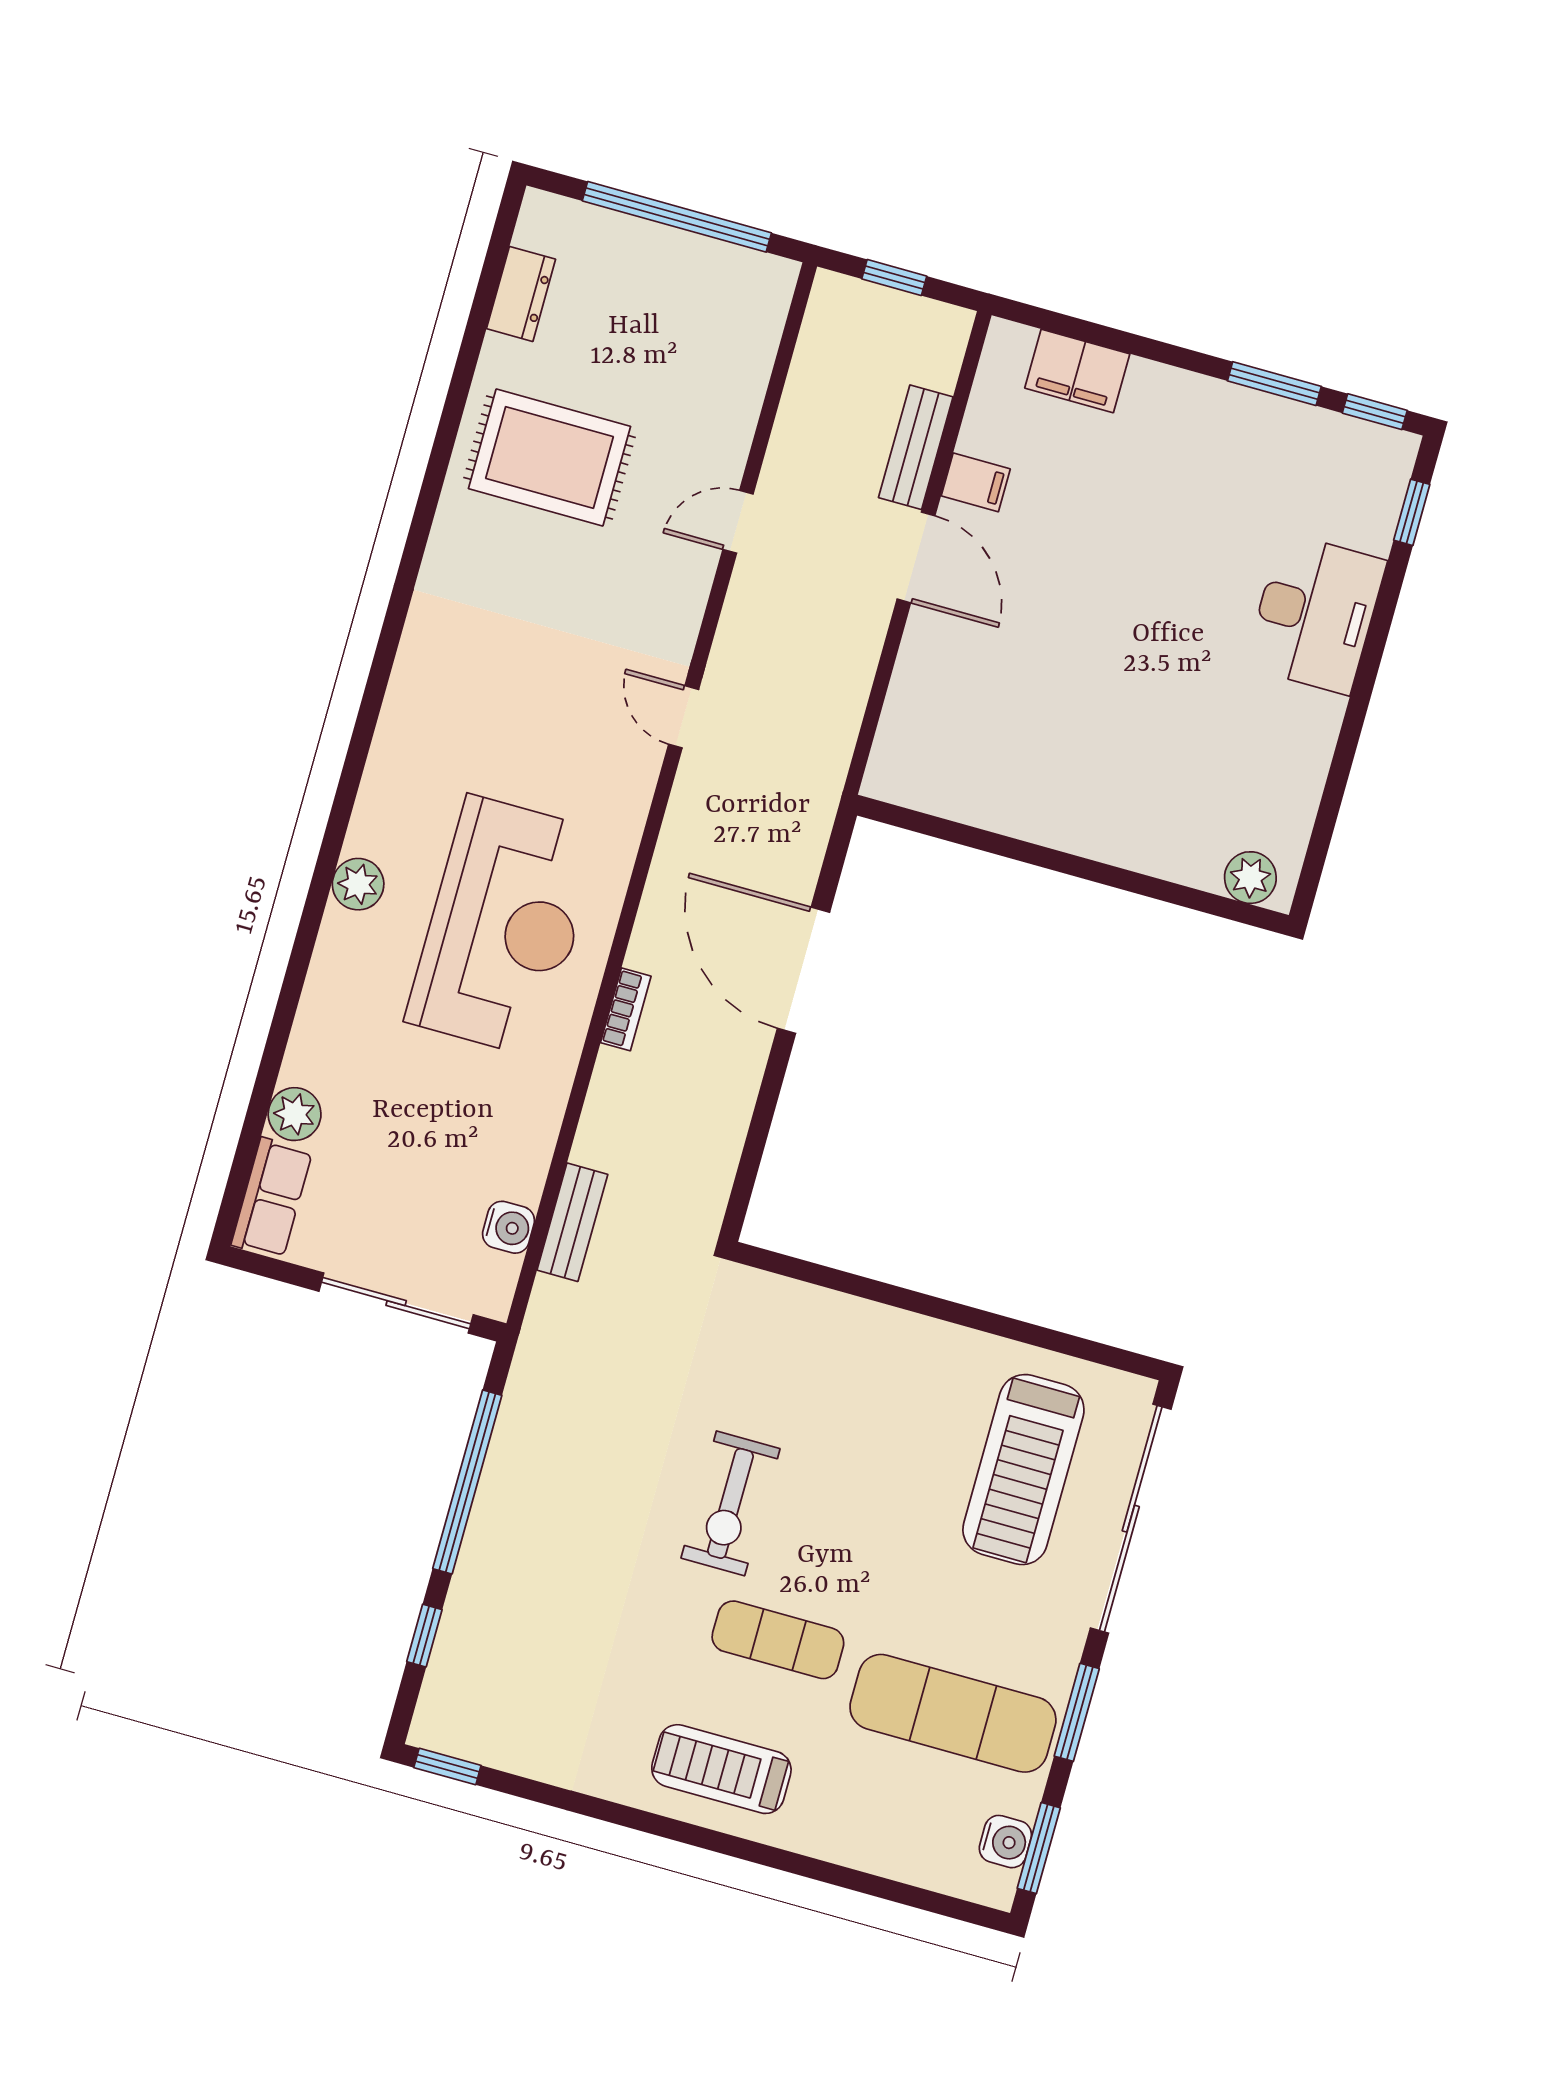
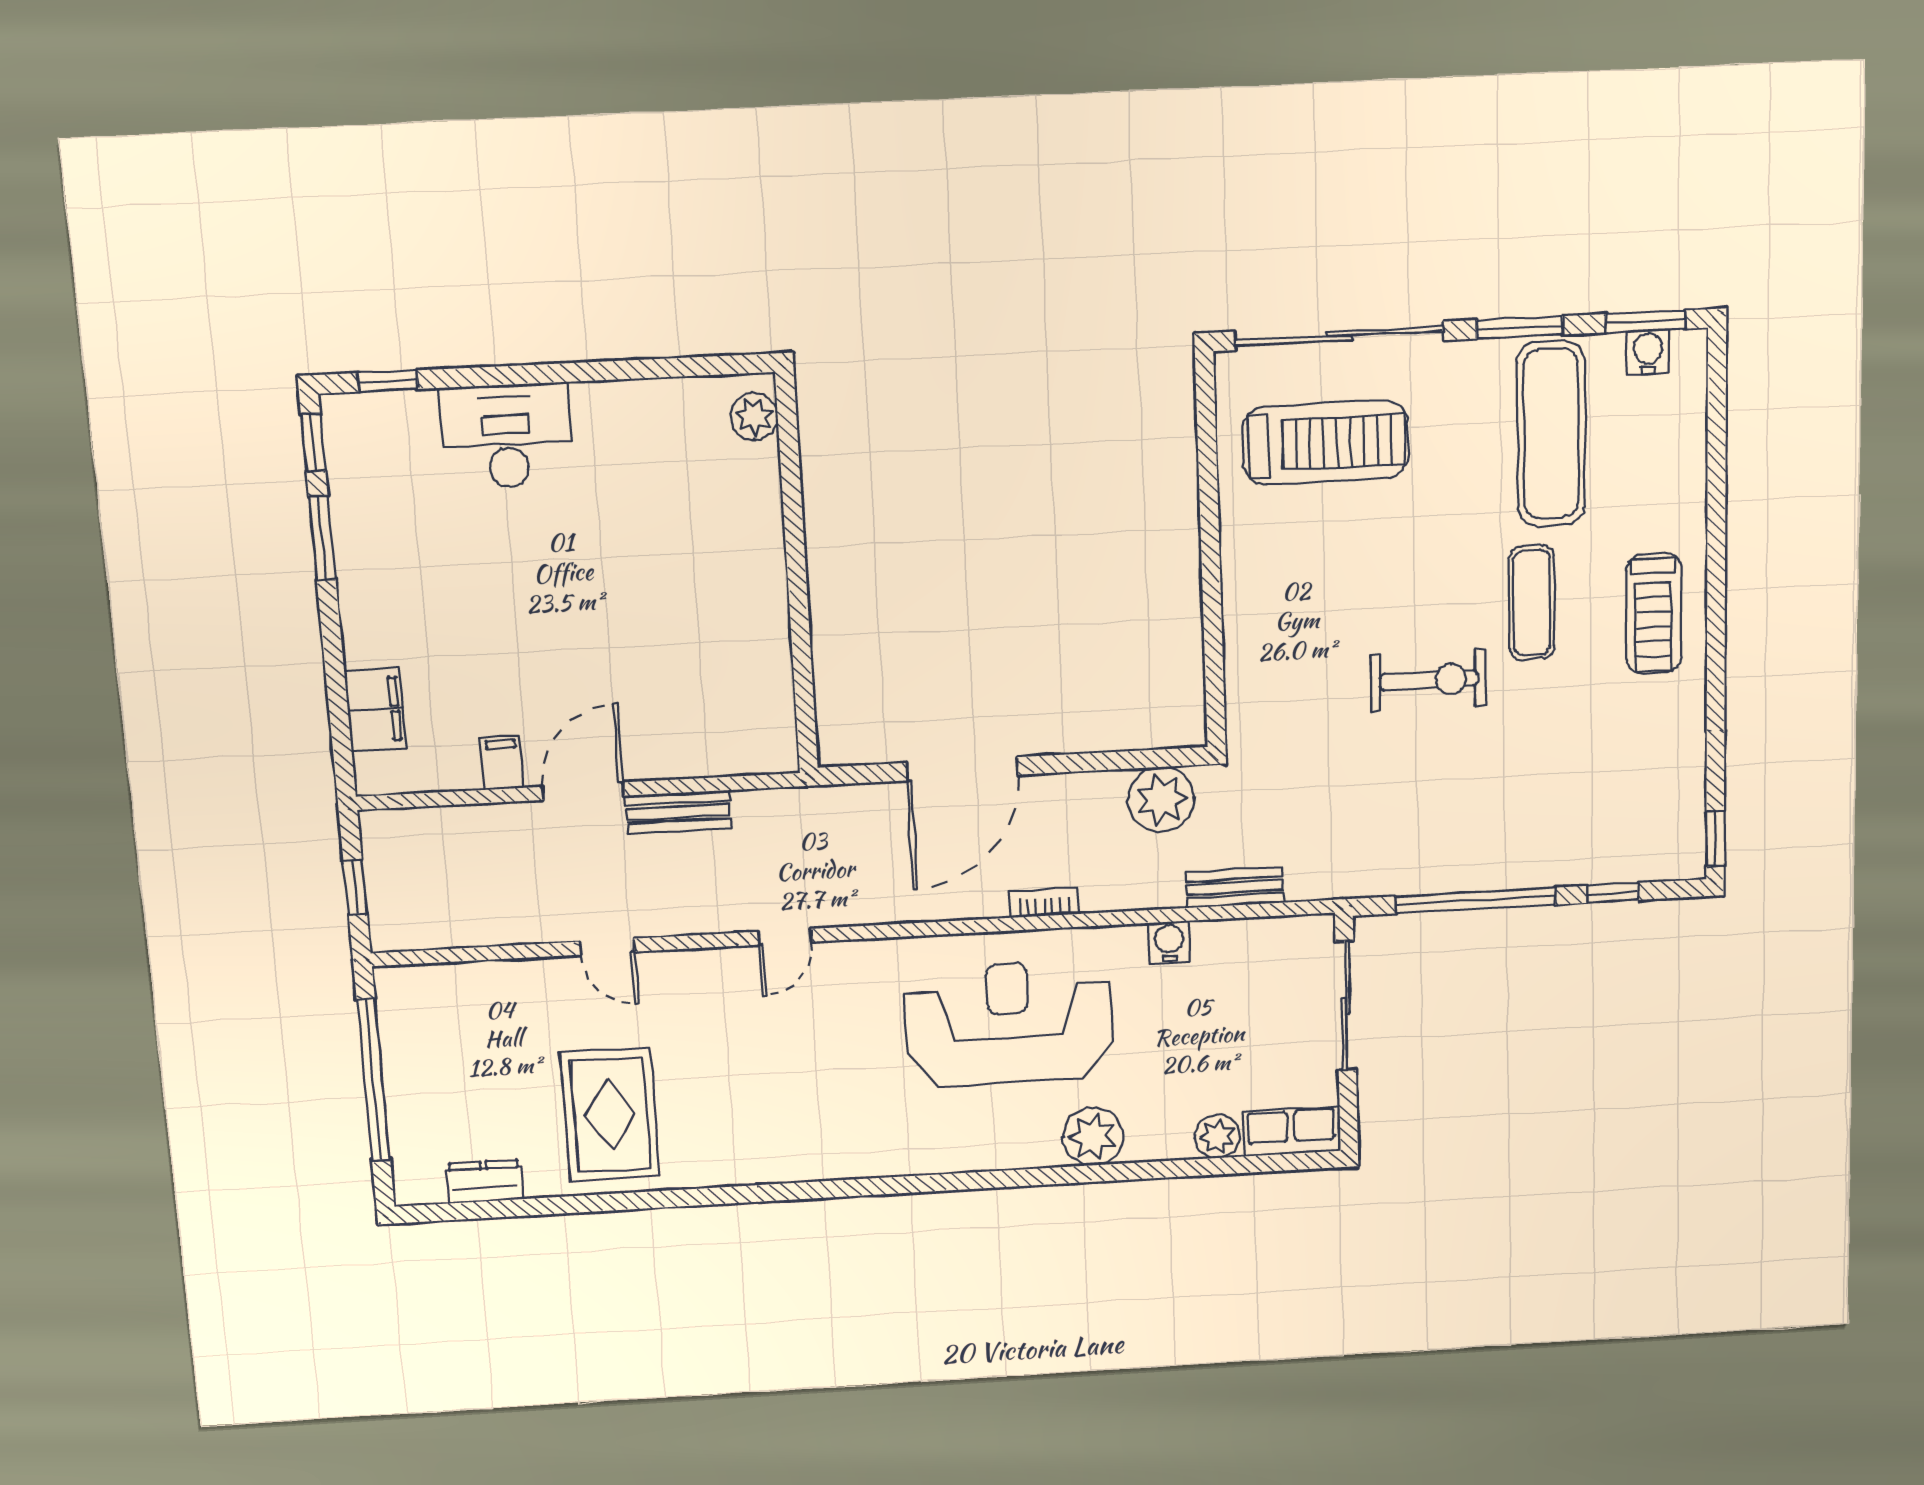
bench: (916, 447) -> (679, 812), moved
plant: (358, 884) -> (1093, 1137), moved, width x1.36, depth x1.36
plant: (697, 1173) -> (1161, 799), added
water cooler: (509, 1227) -> (1169, 942), moved

